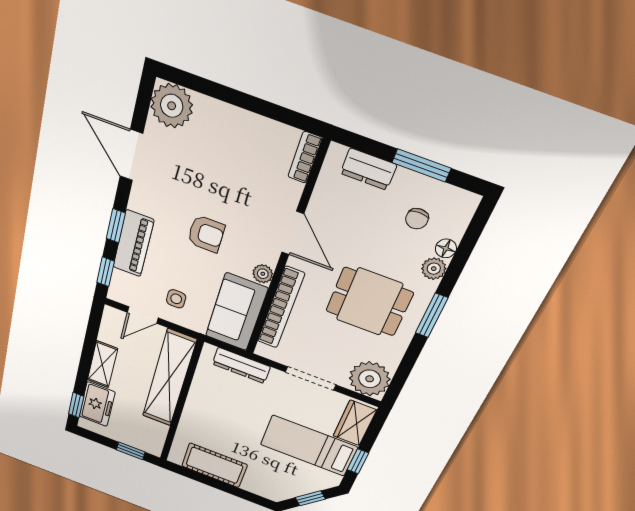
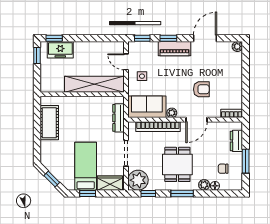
plant: (172, 106) -> (237, 46), width x0.53, depth x0.53
armchair: (206, 234) -> (201, 89), moved, turned -90
piano: (133, 244) -> (174, 49), moved
shelving: (102, 364) -> (88, 47), removed
window: (403, 372) -> (148, 193), added
window: (131, 451) -> (37, 56), moved

